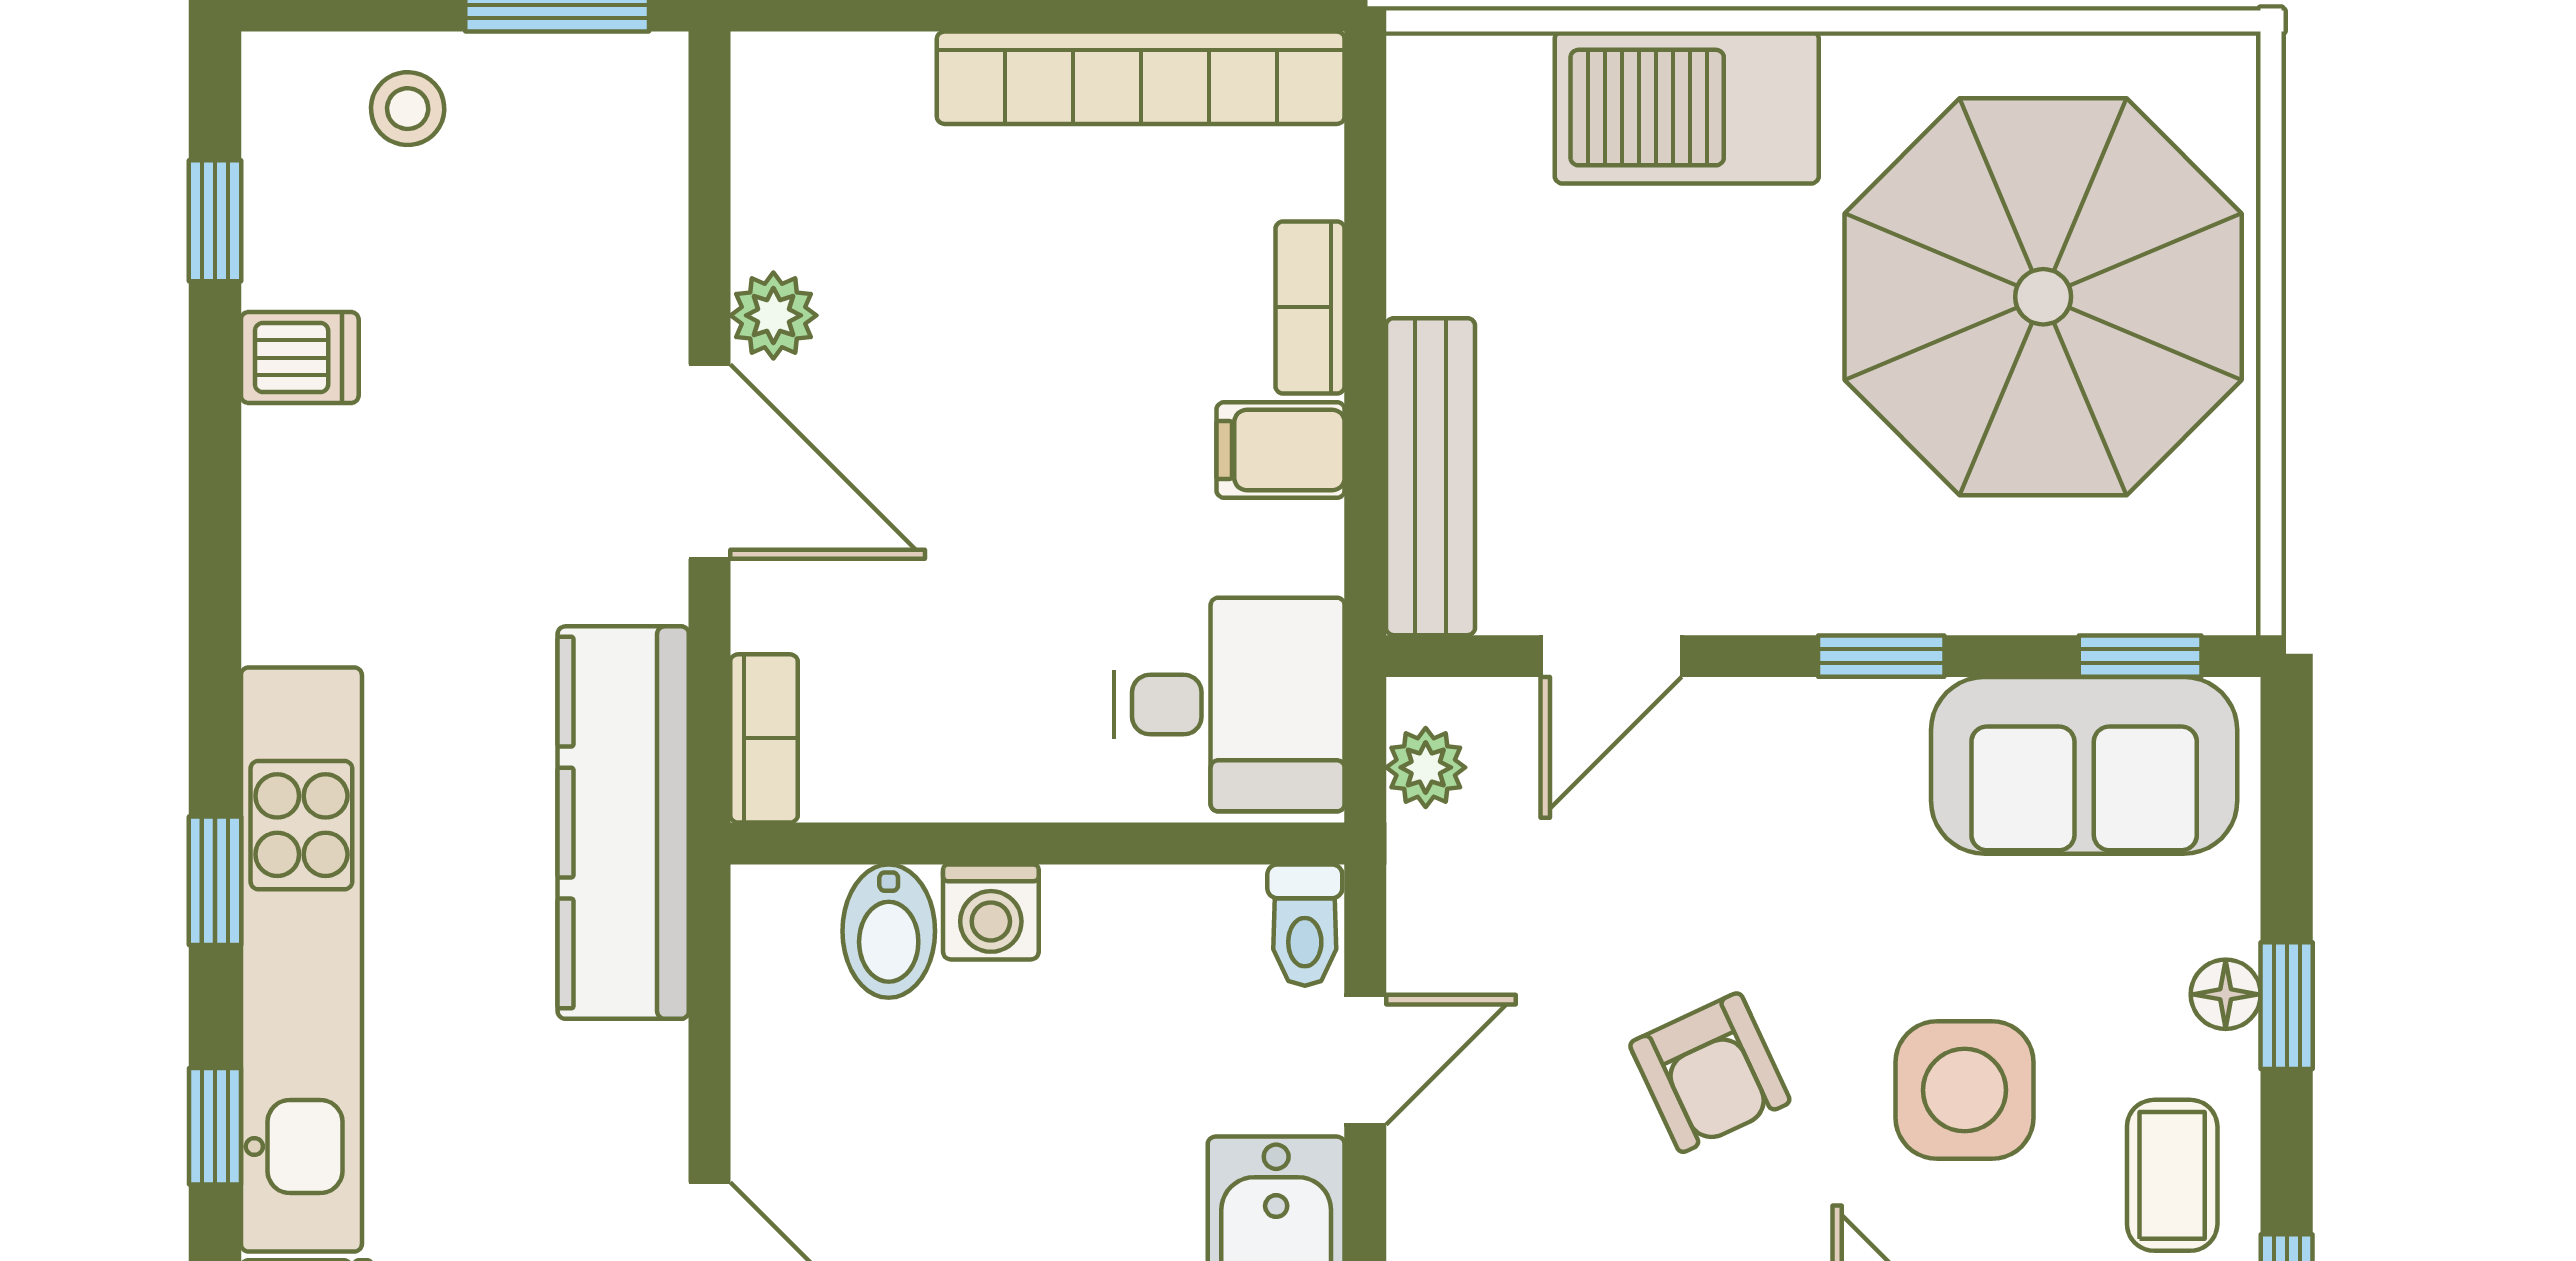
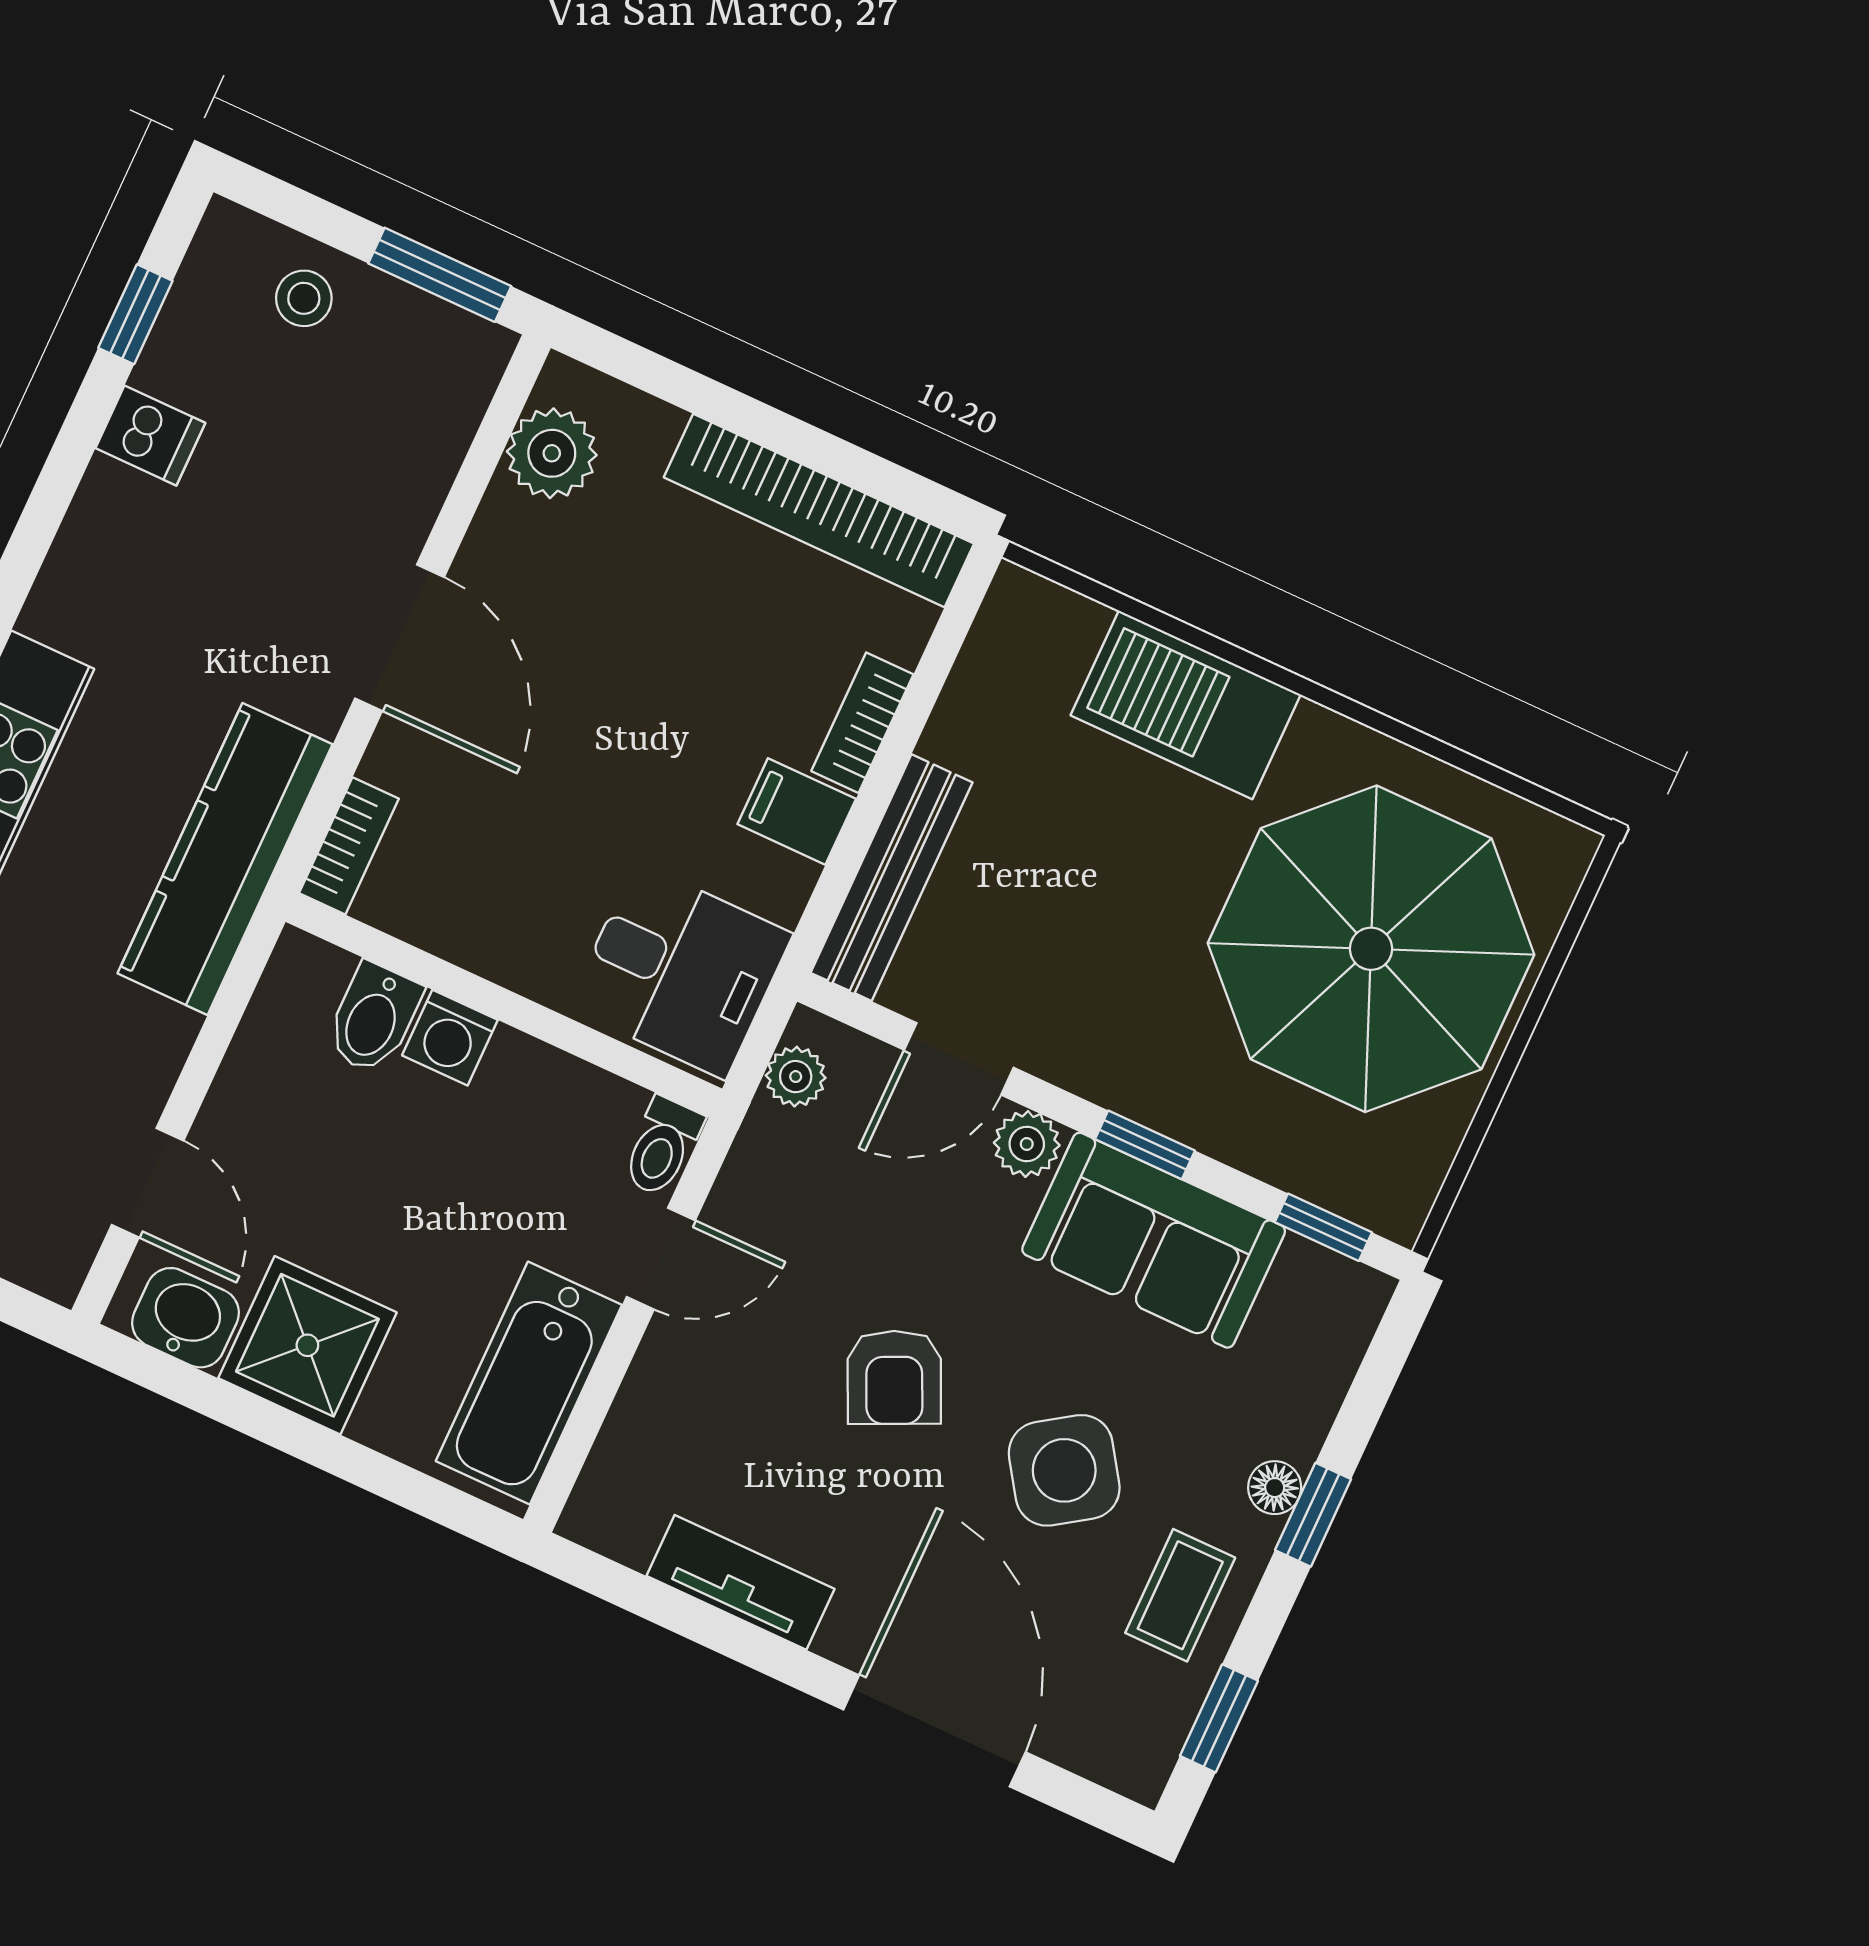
plant: (773, 315) -> (552, 453), moved, width x1.38, depth x1.38
plant: (1739, 720) -> (1027, 1144), added
sofa: (2084, 765) -> (1154, 1240), moved
side table: (1965, 1090) -> (1064, 1470), turned -34

